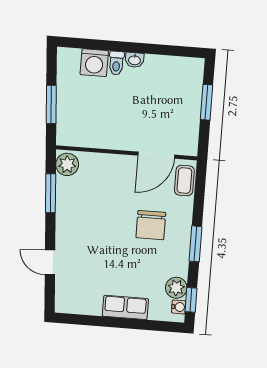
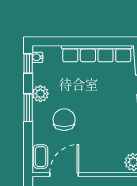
plant: (176, 288) -> (40, 94), moved
row of seats: (125, 307) -> (97, 54), width x2.02

